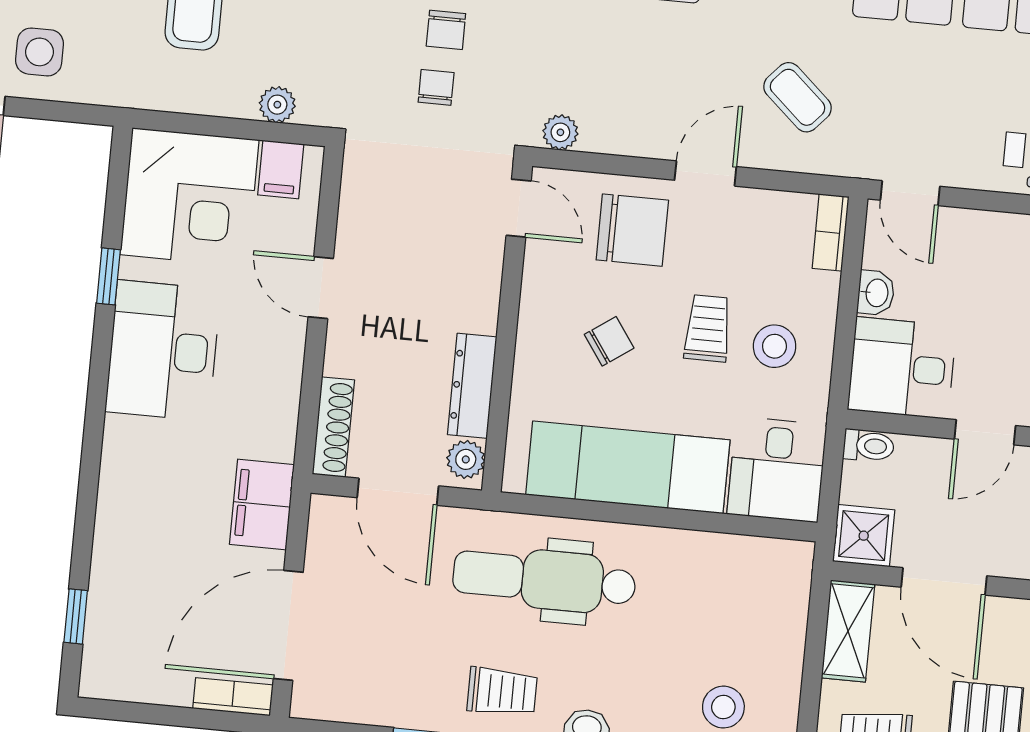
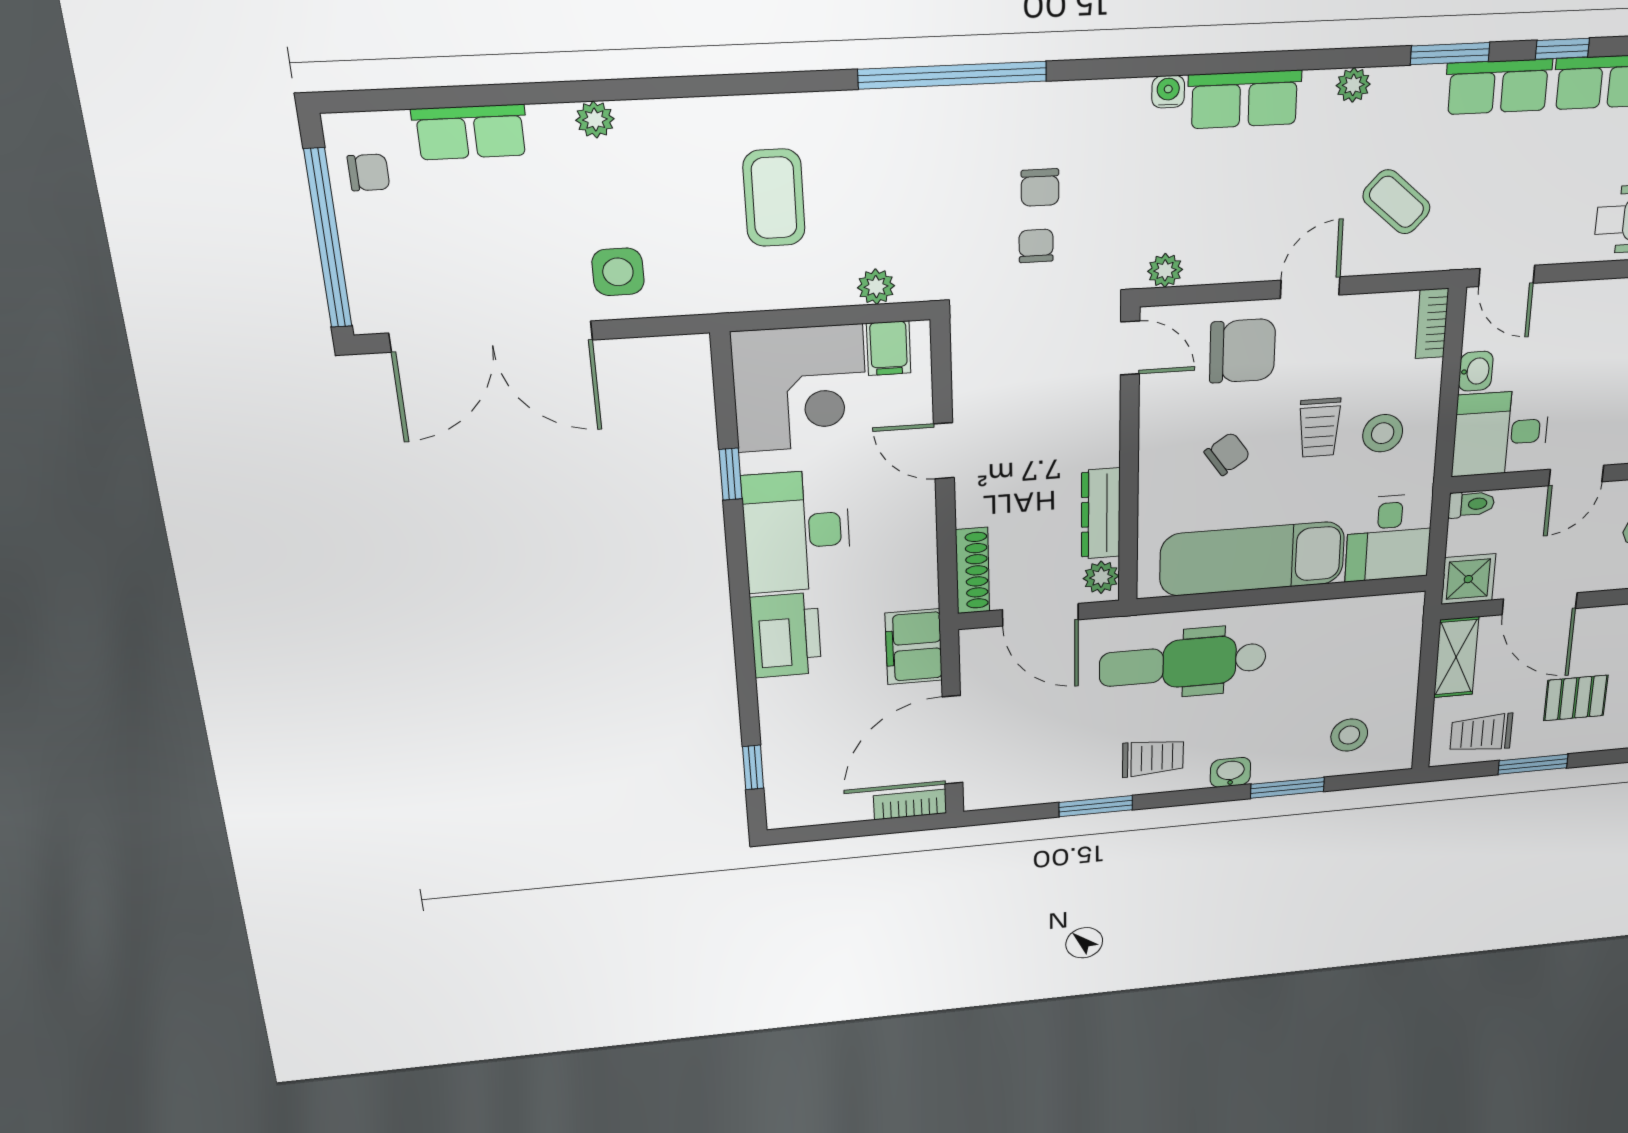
trolley: (708, 328) -> (1319, 428), turned 180
printer: (134, 466) -> (786, 635), added

